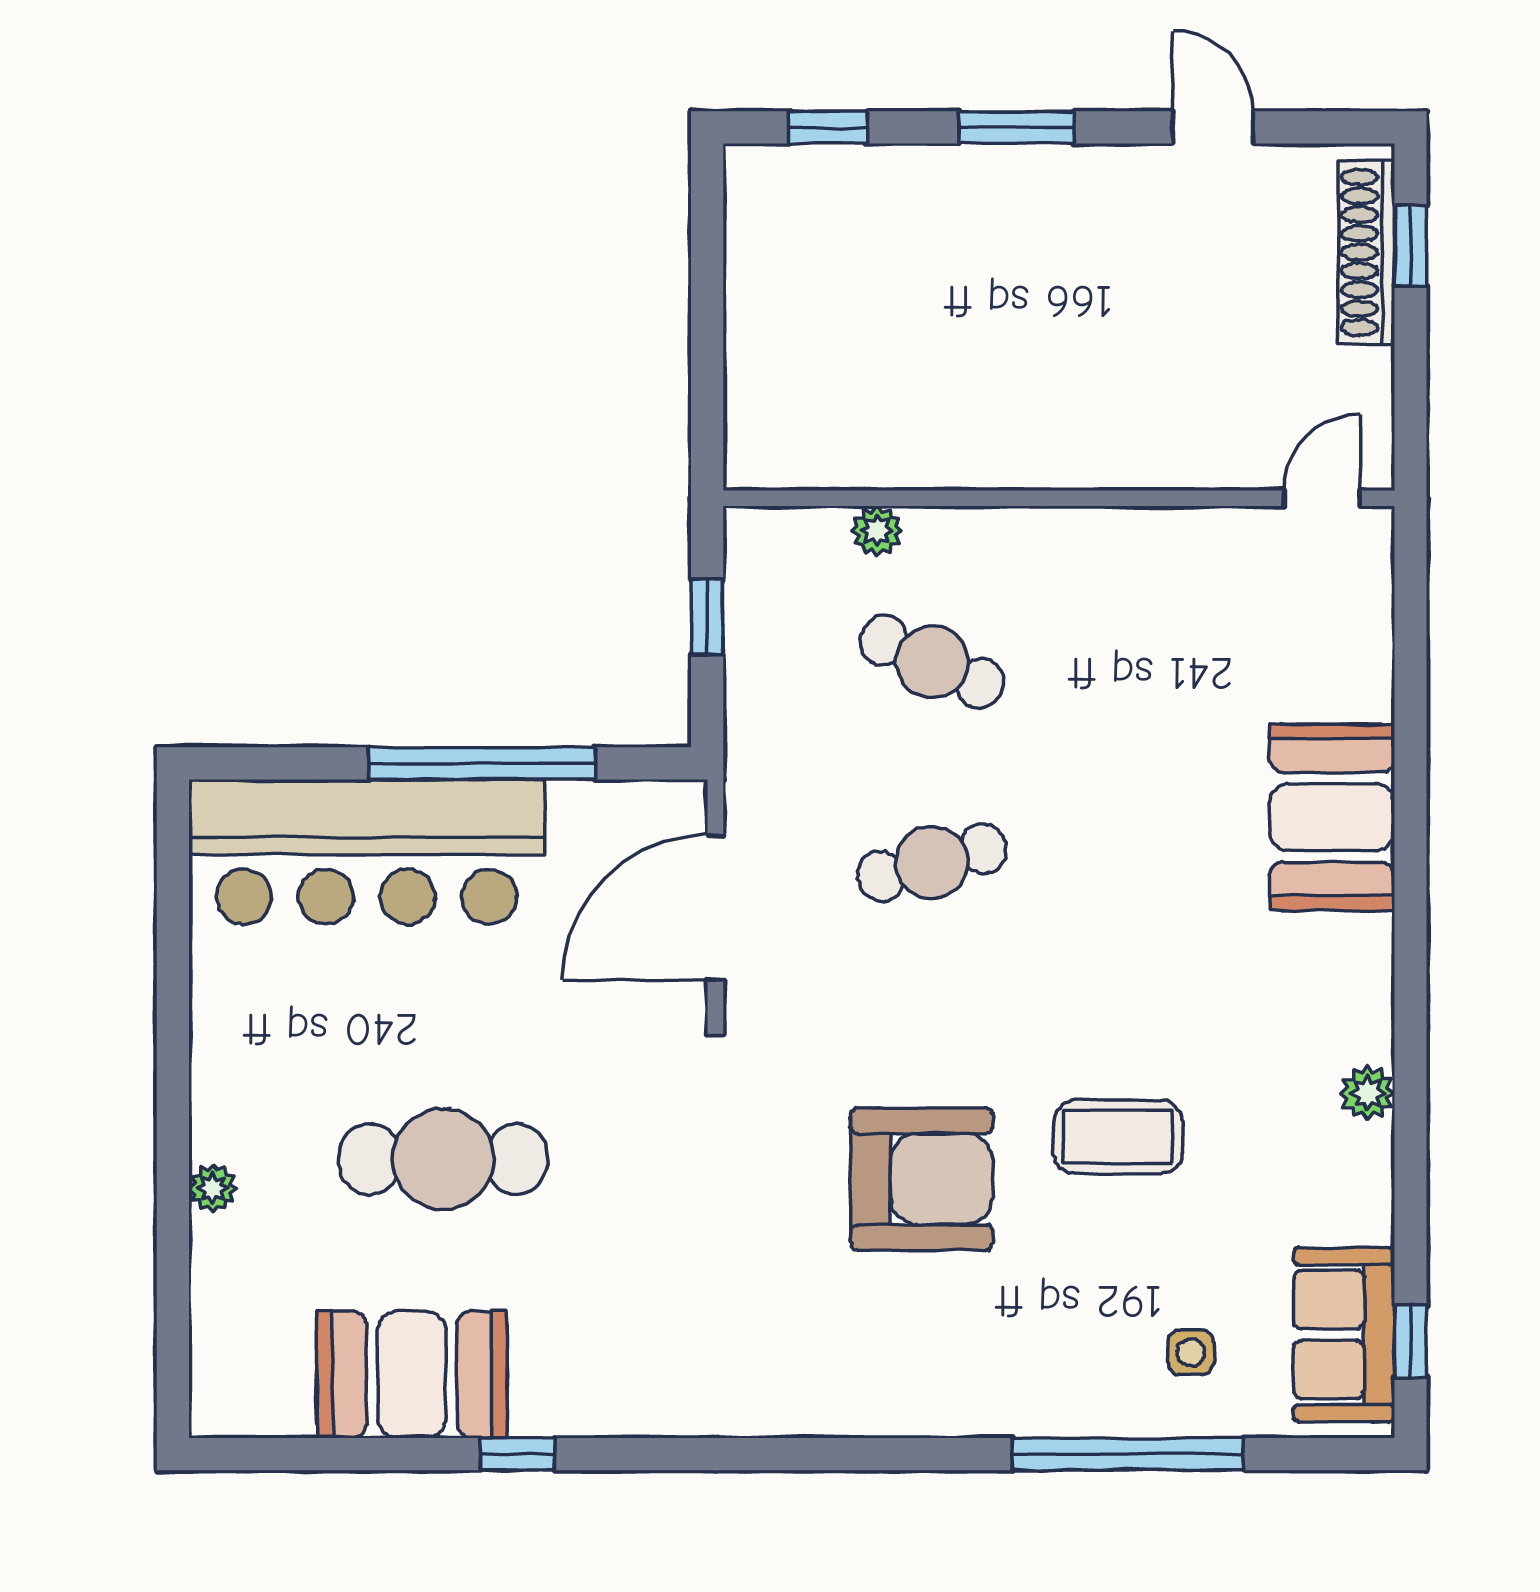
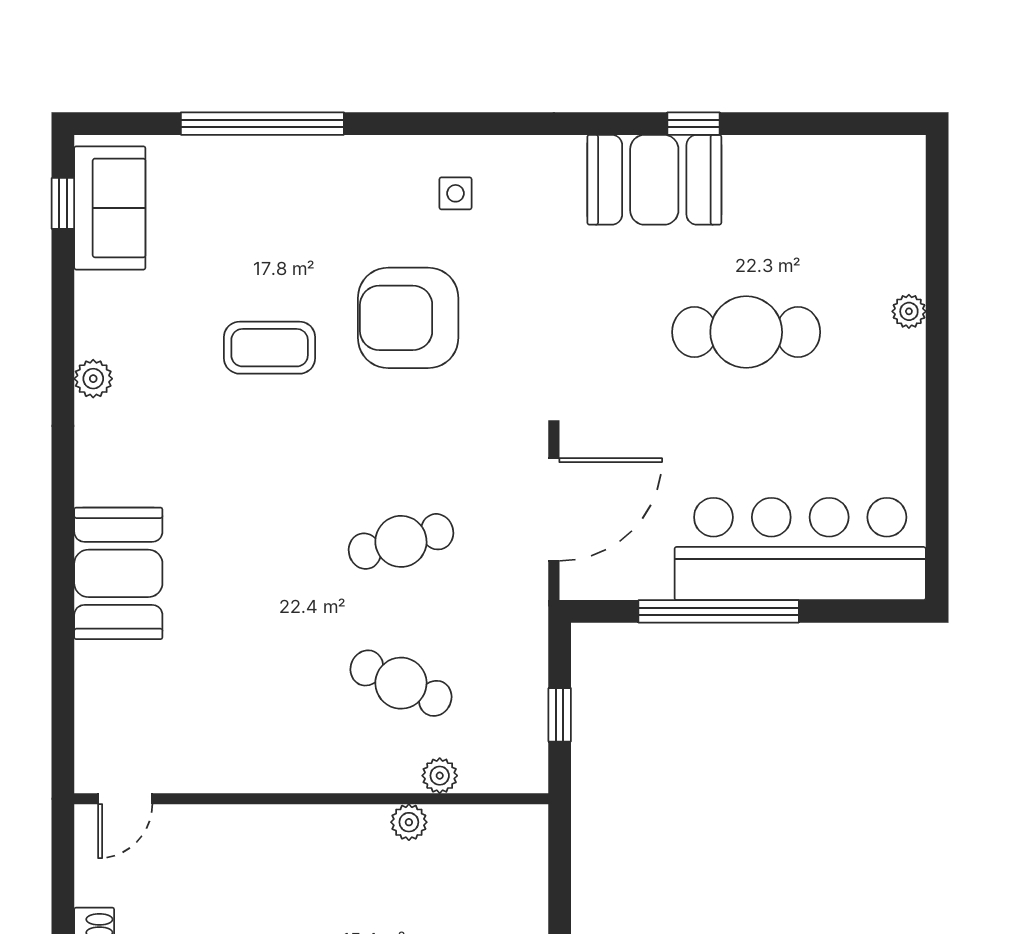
plant: (921, 465) -> (409, 822), added
side table: (1191, 1353) -> (455, 193), moved
booth: (412, 1375) -> (654, 180), moved

